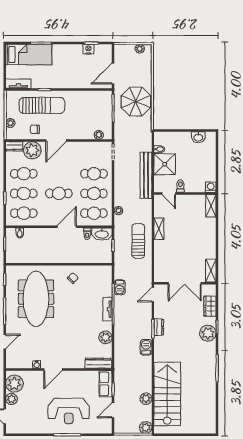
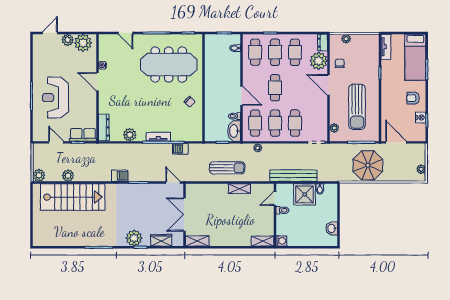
armchair: (69, 57) -> (413, 98), added
sun lounger: (42, 105) -> (357, 107), moved
dresser: (159, 327) -> (140, 188), removed

